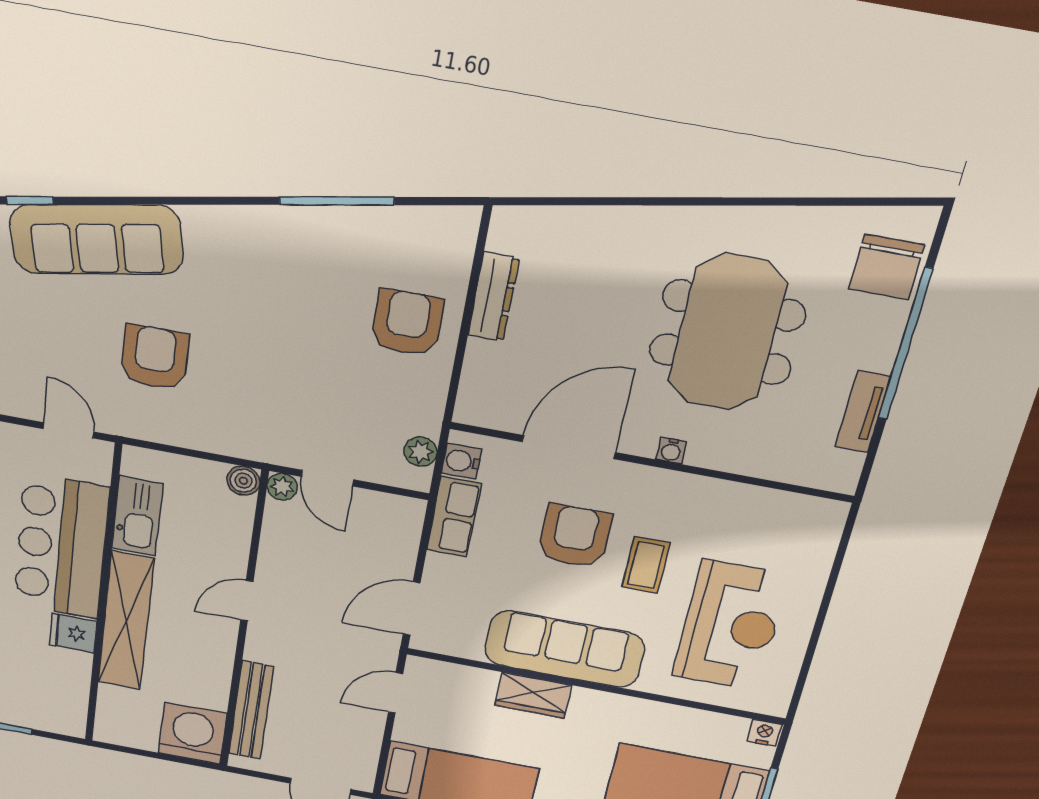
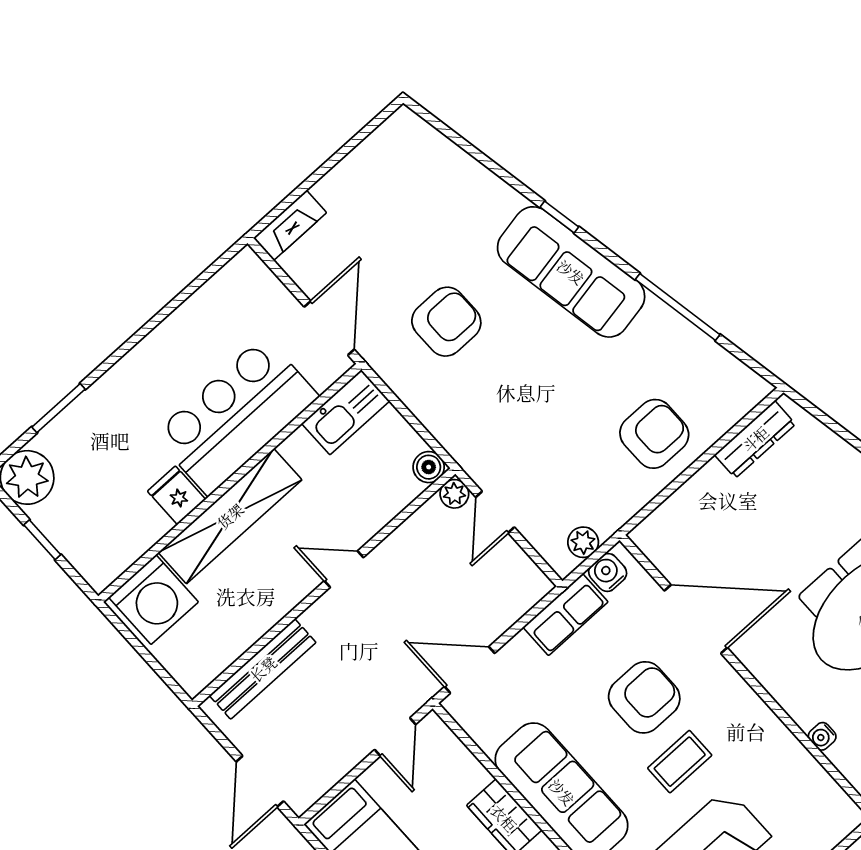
window: (30, 200) -> (559, 217), moved
sofa: (96, 239) -> (571, 272), moved
dresser: (493, 297) -> (755, 439), moved
door: (69, 430) -> (329, 328), width x1.38
water cooler: (671, 450) -> (822, 736), moved
kitchen sink: (137, 516) -> (346, 412), moved
door: (396, 693) -> (395, 737), swing flipped
washing machine: (193, 733) -> (153, 600), moved, turned 90

